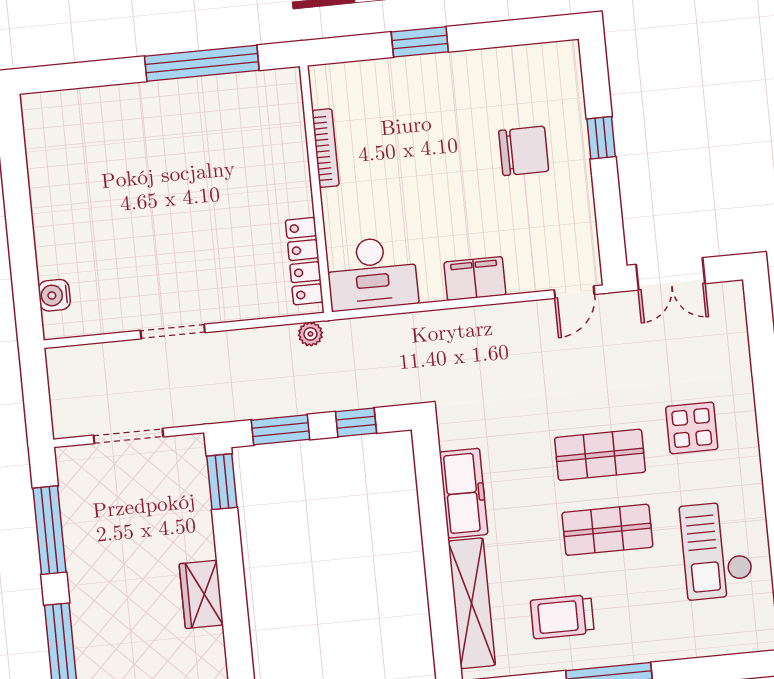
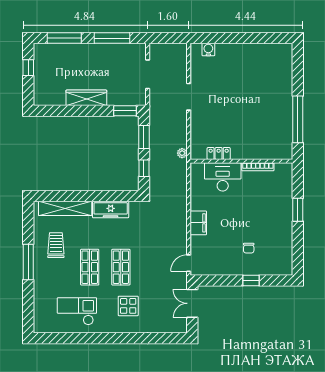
chair: (524, 151) -> (249, 248), width x0.54, depth x0.54
locker: (304, 261) -> (219, 154), width x0.66
desk: (372, 274) -> (223, 177), moved, turned 90
door: (574, 292) -> (189, 263), hinge flipped
wardrobe: (201, 594) -> (86, 98), width x1.50

